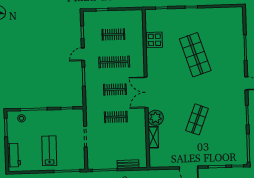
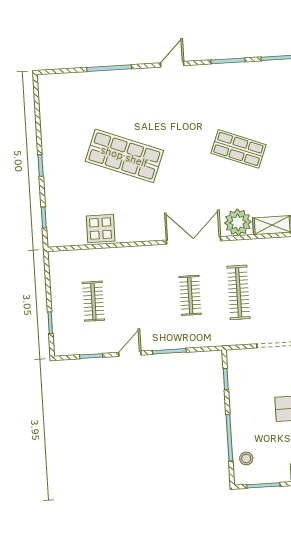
door: (83, 54) -> (130, 354), swing flipped
shop shelf: (195, 55) -> (124, 156), turned 39
clothes rail: (114, 62) -> (142, 298), removed
double door: (146, 92) -> (194, 240), swing flipped
clothes rail: (116, 117) -> (239, 292), width x1.36

